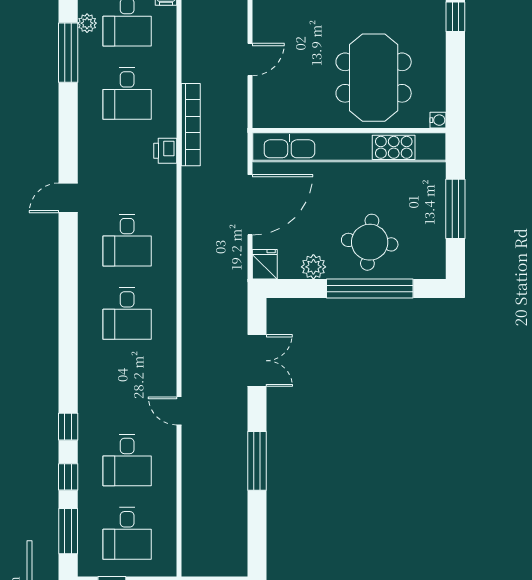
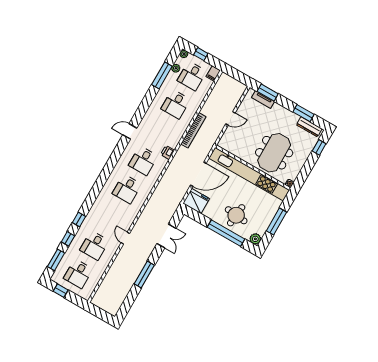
printer: (165, 151) -> (167, 152), moved
fridge: (265, 264) -> (196, 201), width x1.88, depth x1.34
plant: (313, 267) -> (255, 239), moved

